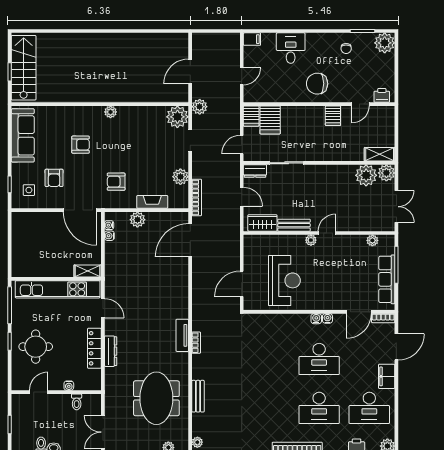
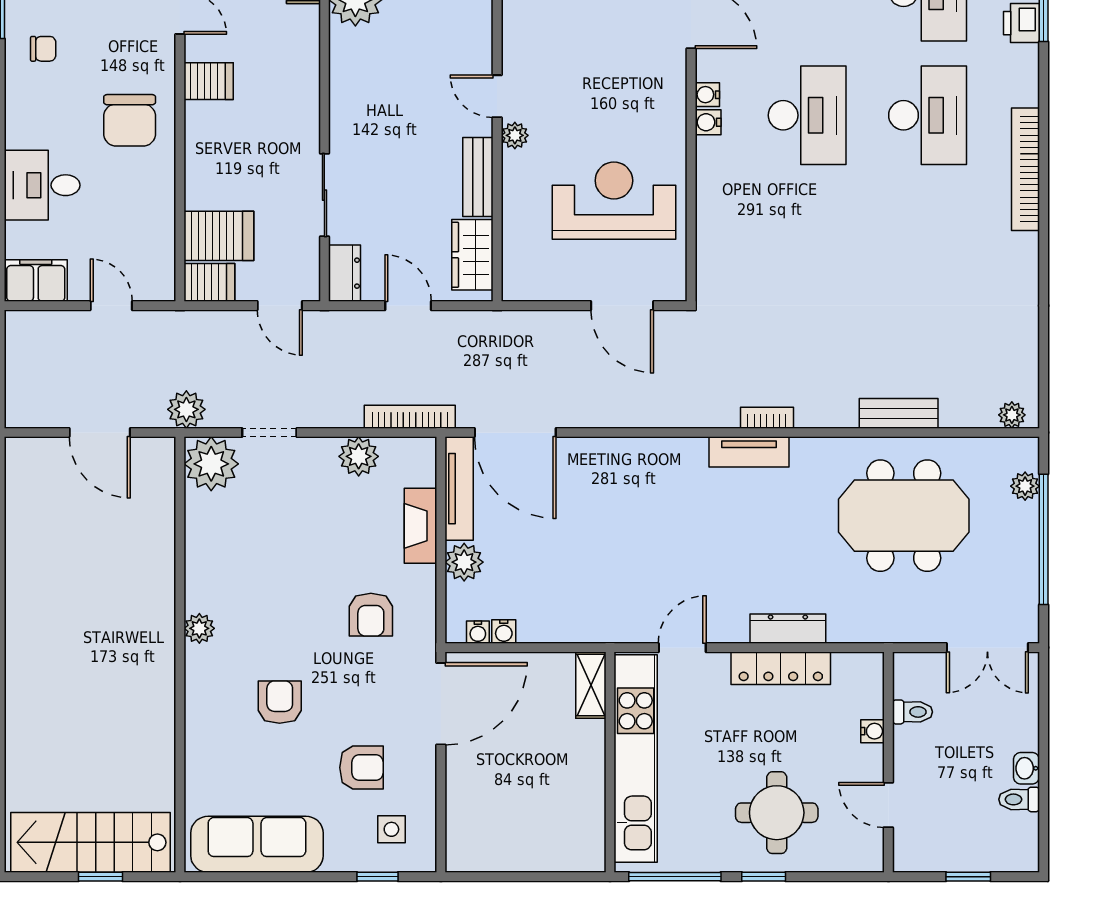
filing cabinet: (252, 39) -> (36, 280), width x2.00
door: (242, 197) -> (408, 306), hinge flipped
tv unit: (167, 218) -> (459, 489), added

